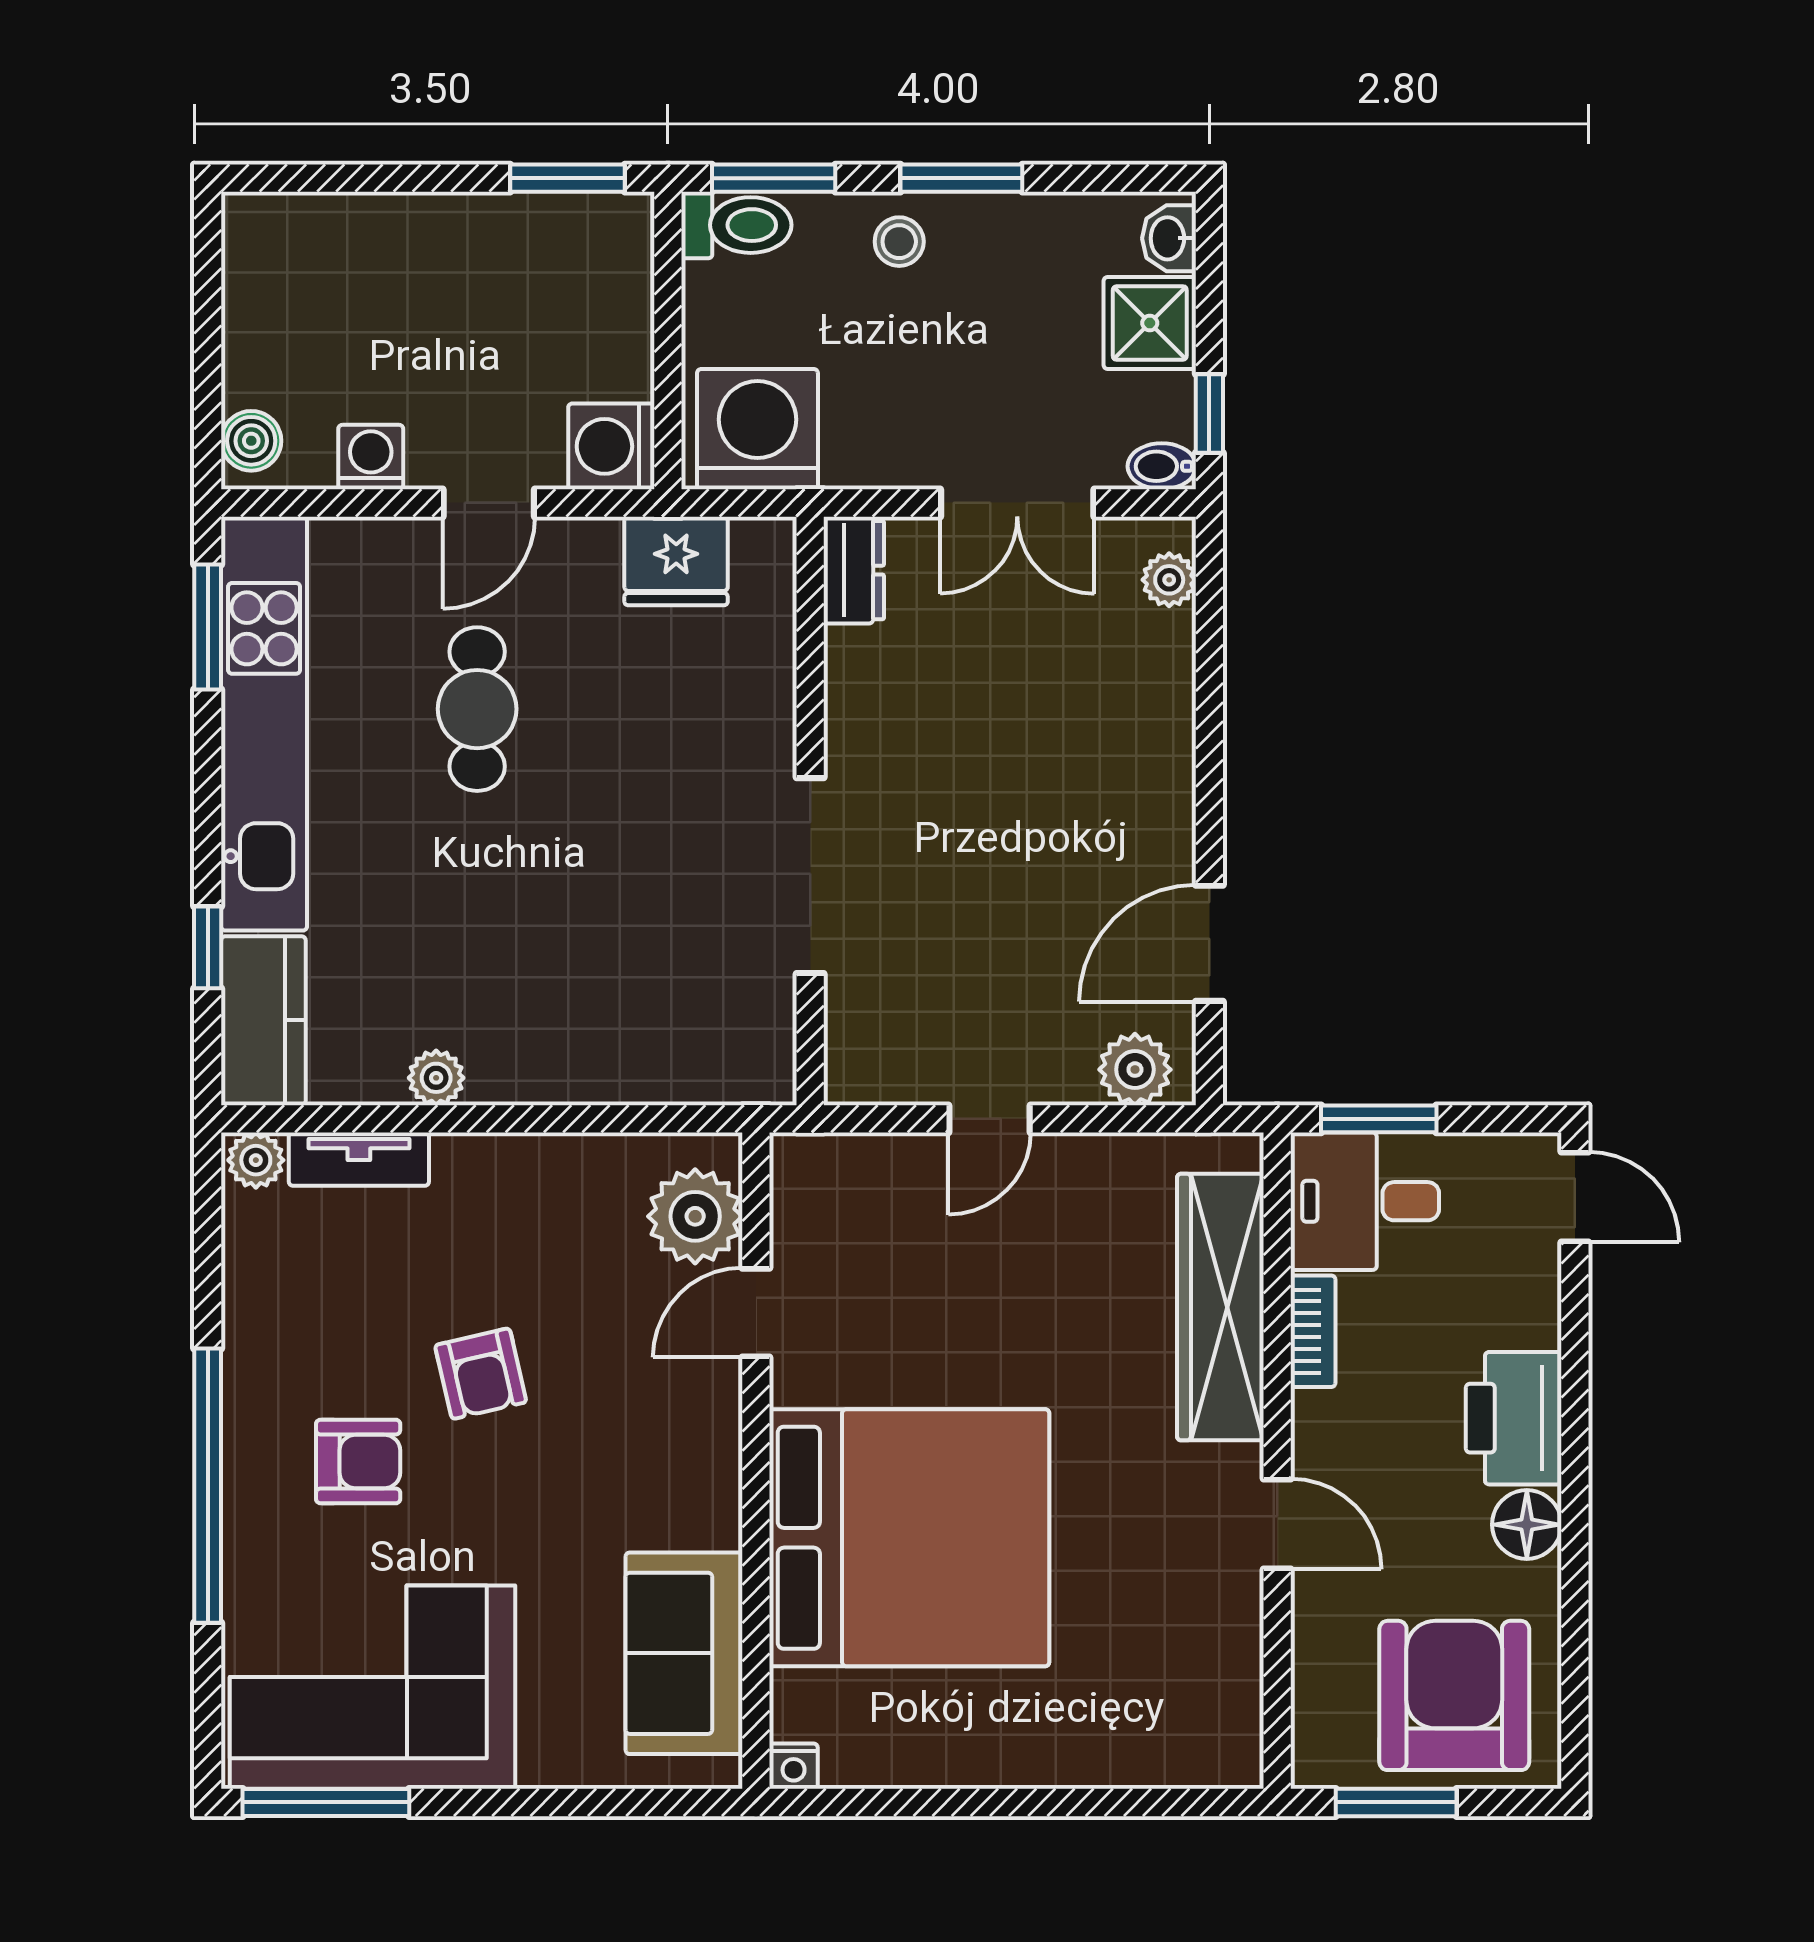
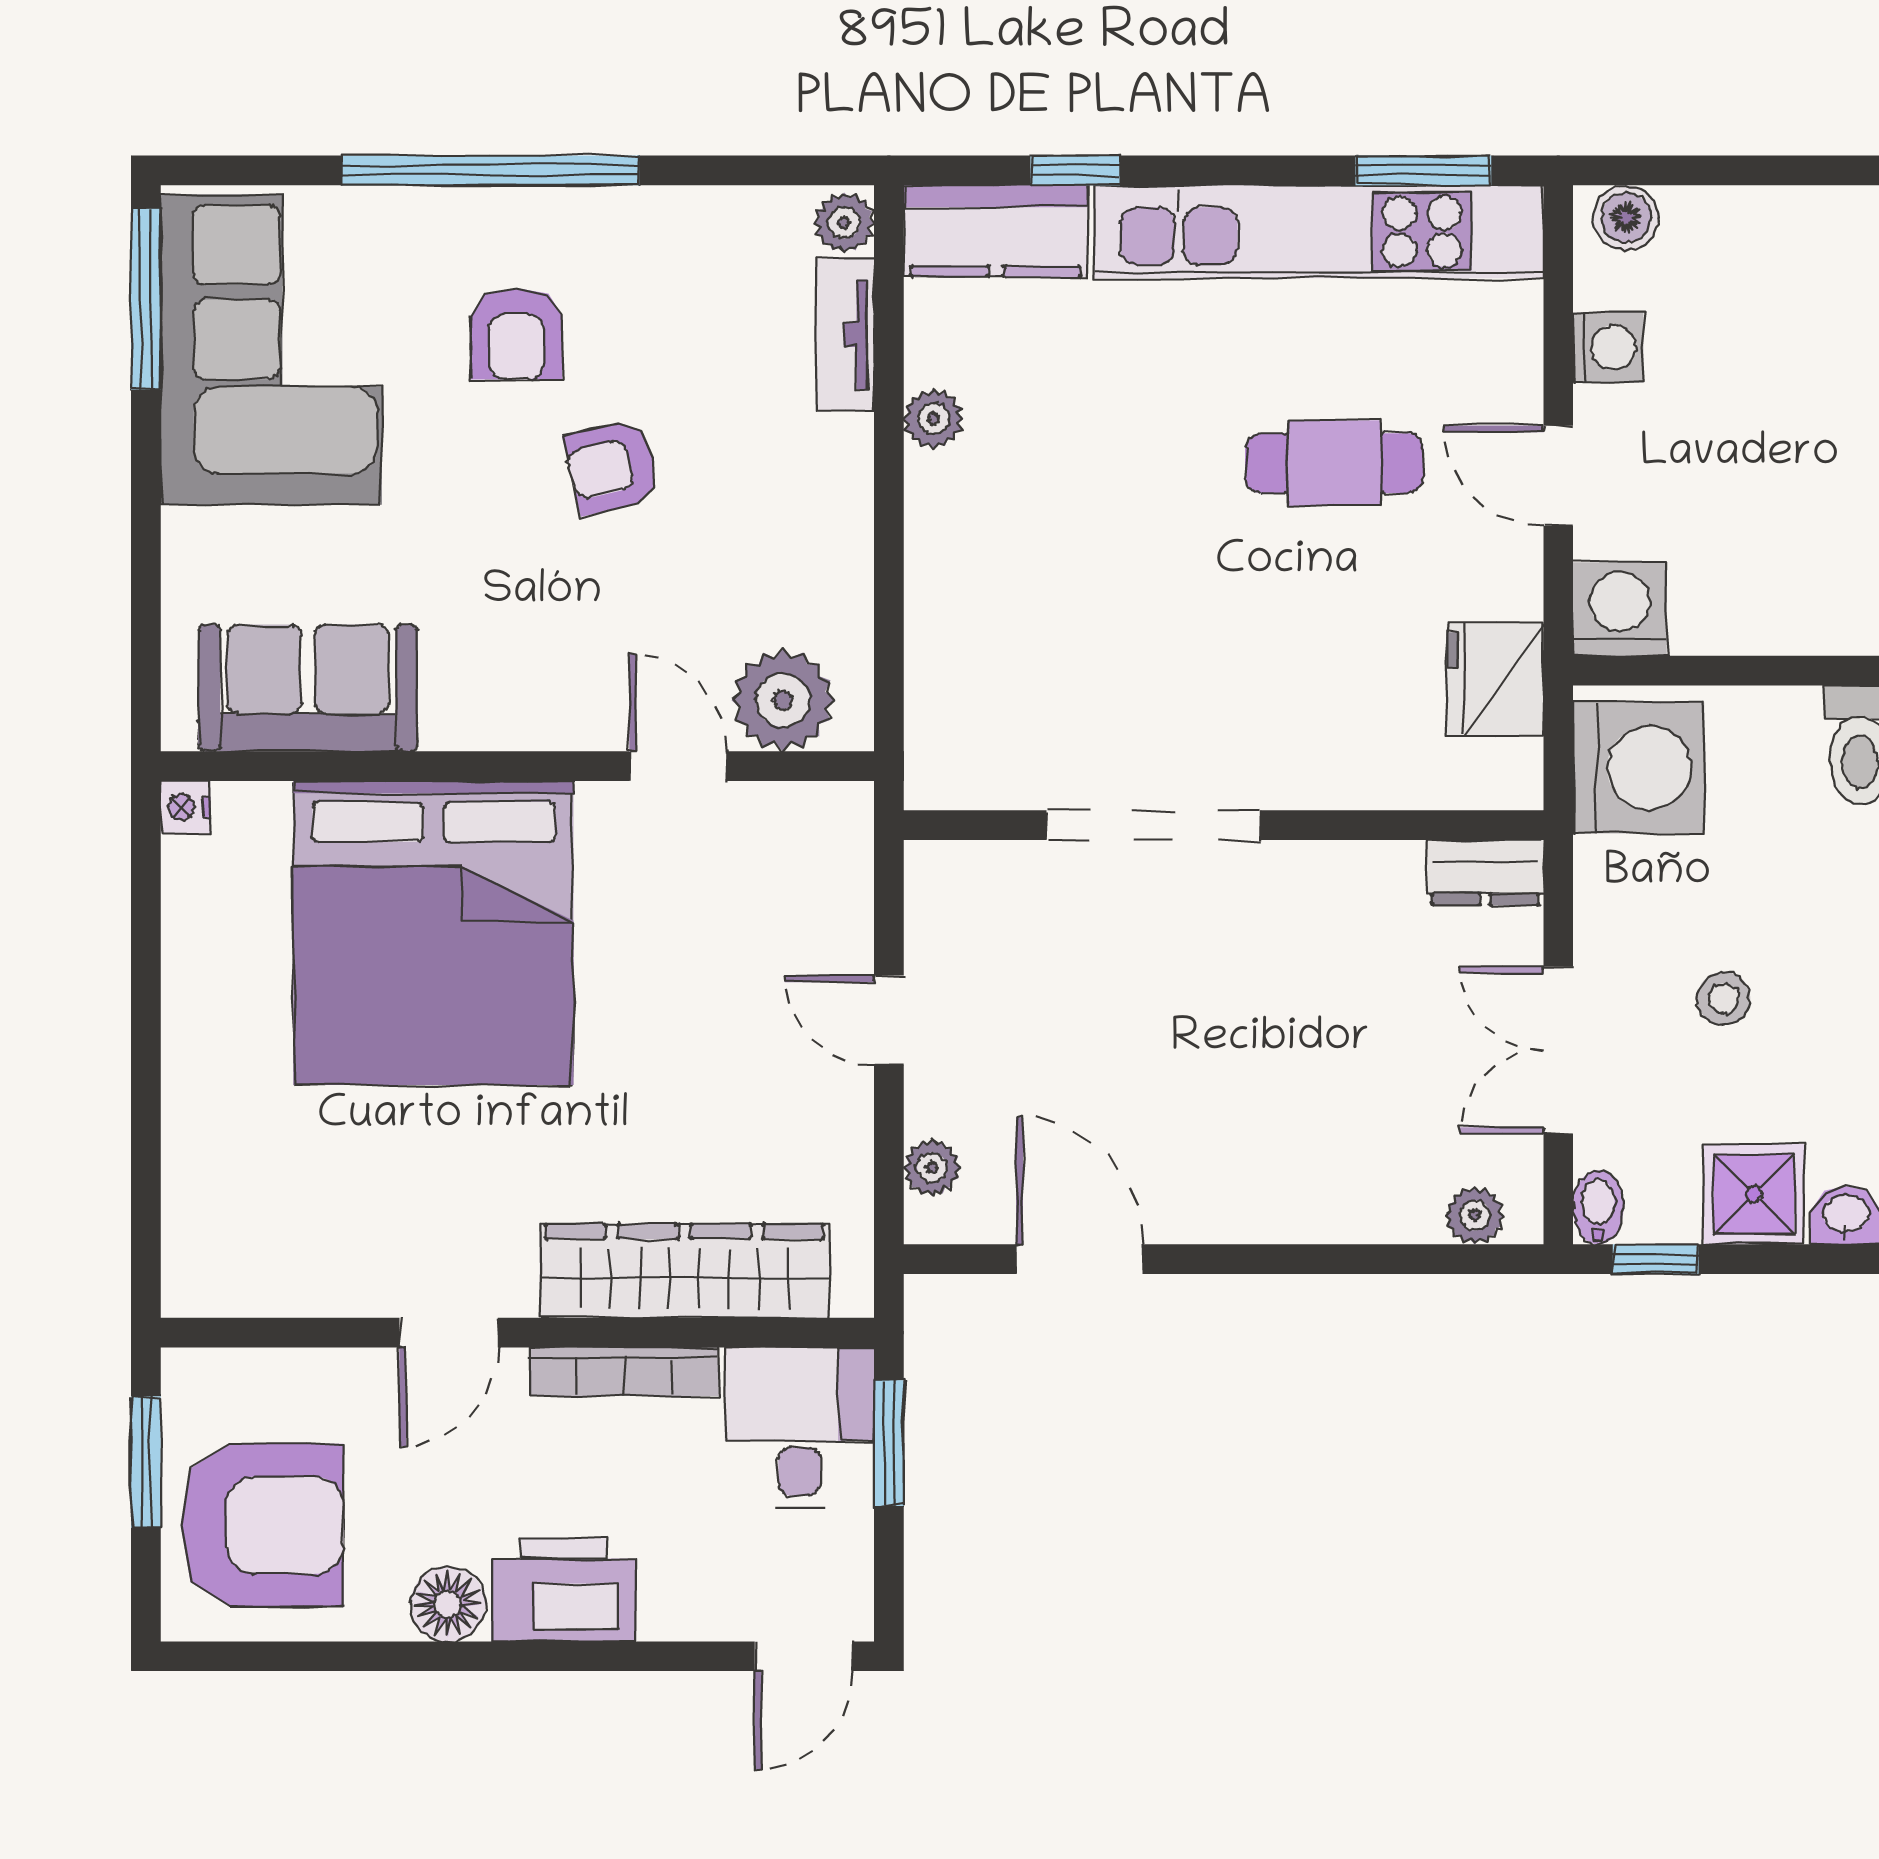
stool: (899, 242) -> (1724, 998), moved
plant: (1135, 1070) -> (932, 1168), width x0.73, depth x0.73
bookcase: (1313, 1331) -> (624, 1372), width x1.56

